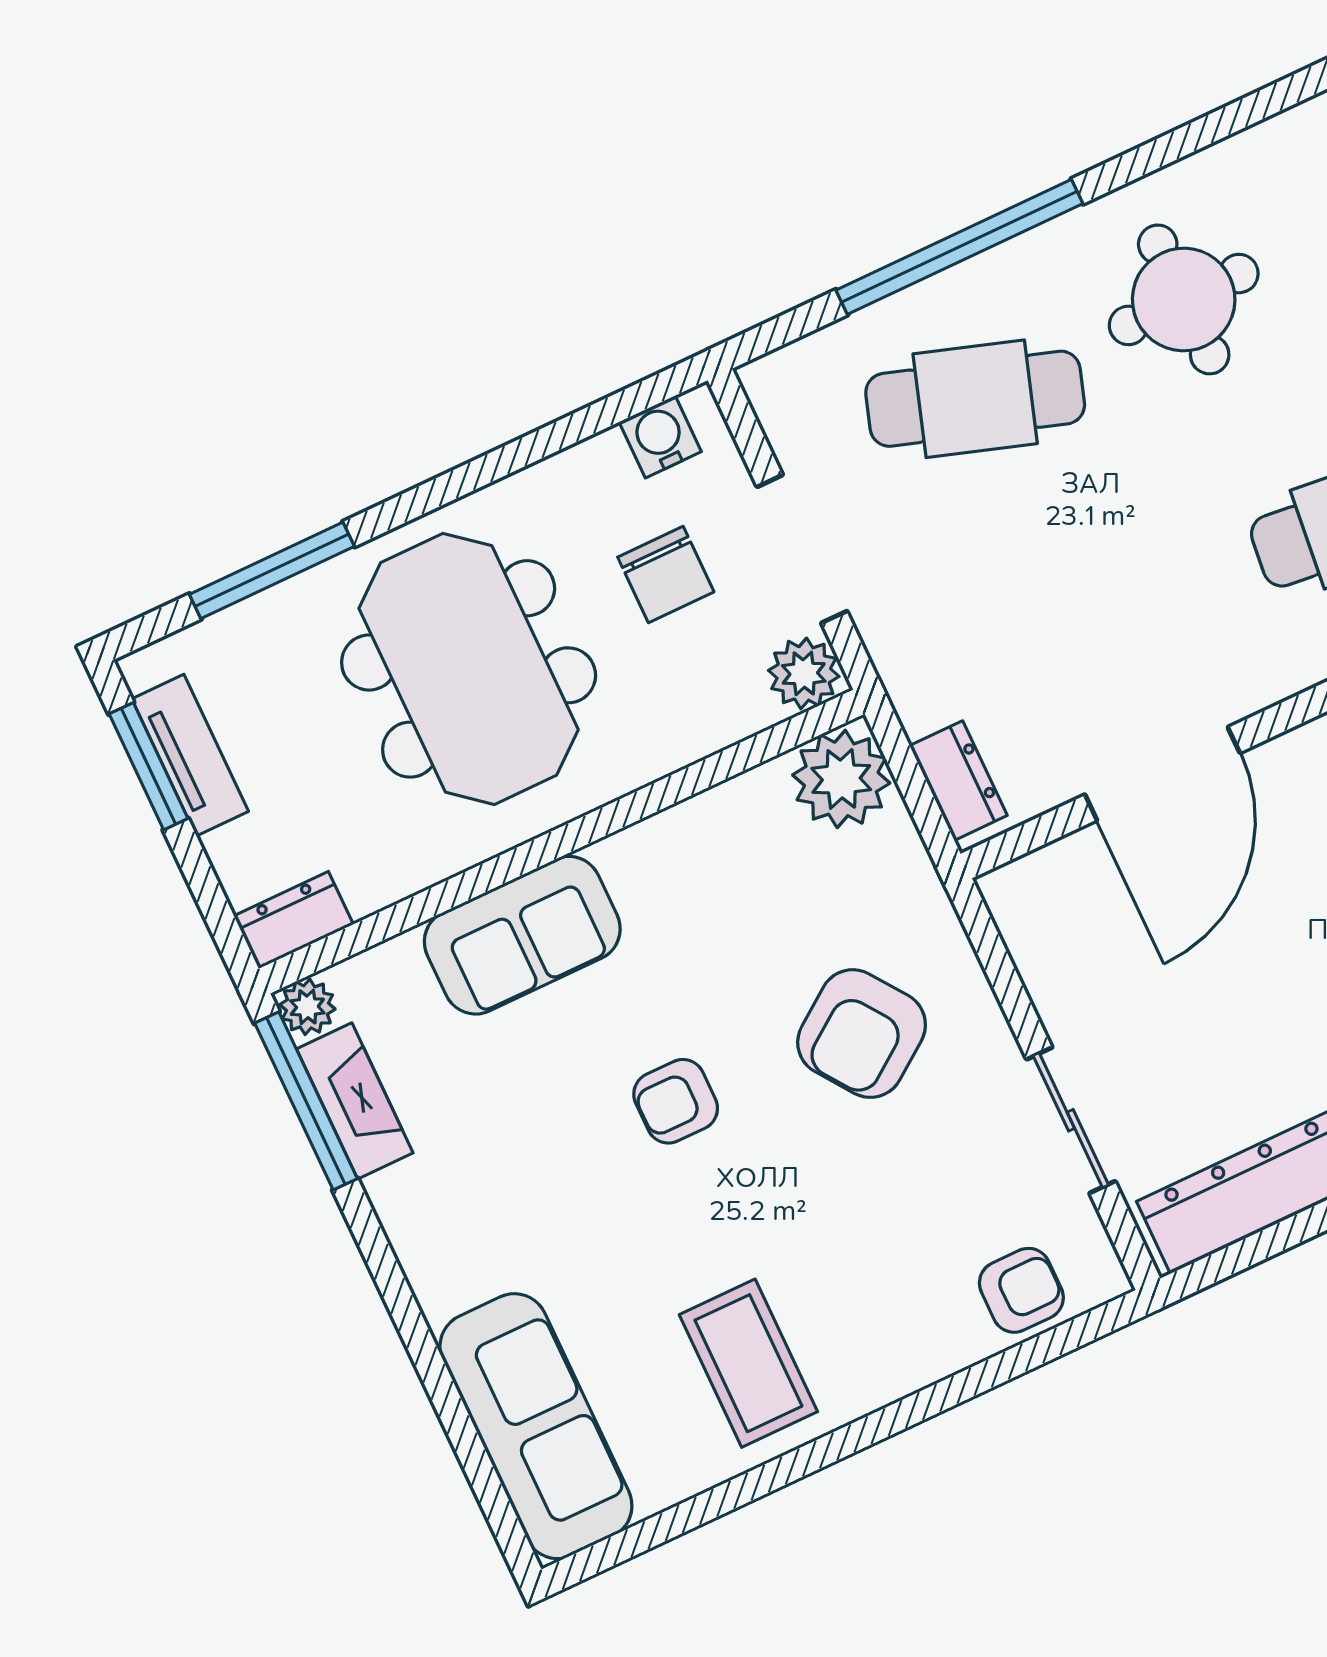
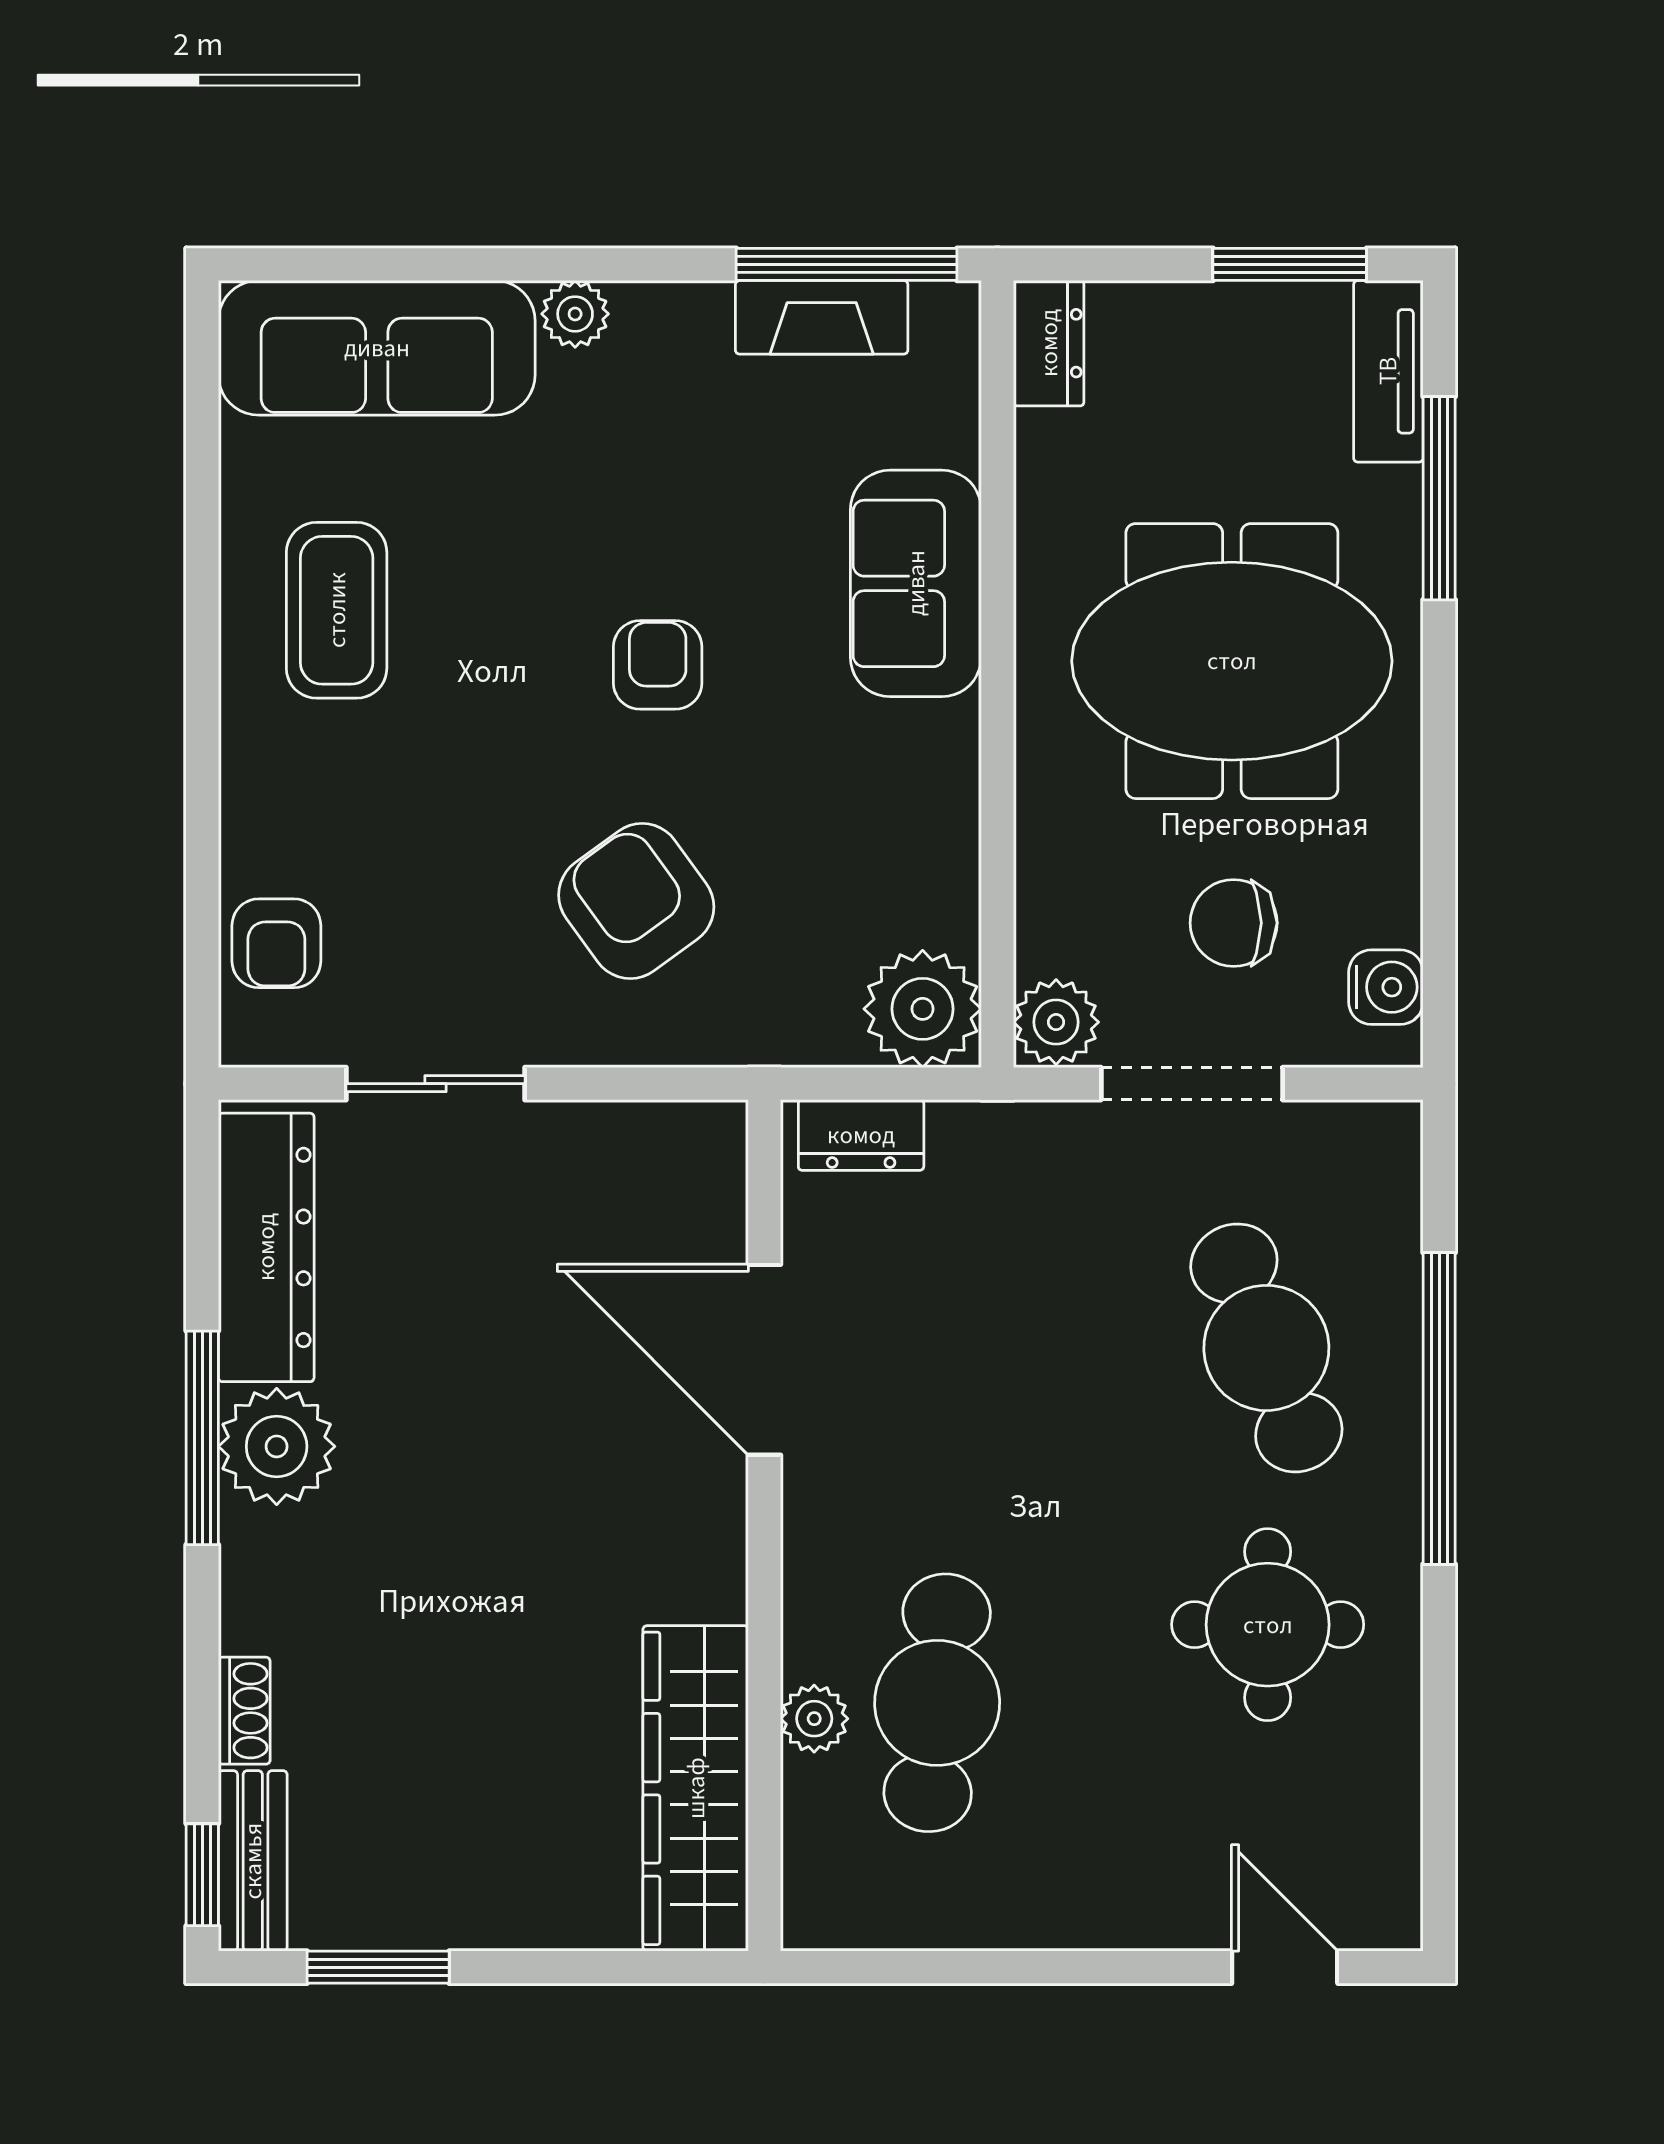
cafe table: (975, 399) -> (1266, 1348), turned -39
tv unit: (190, 755) -> (1388, 371), moved, turned 90
plant: (307, 1007) -> (575, 314), moved
coffee table: (748, 1363) -> (337, 610), turned 90

